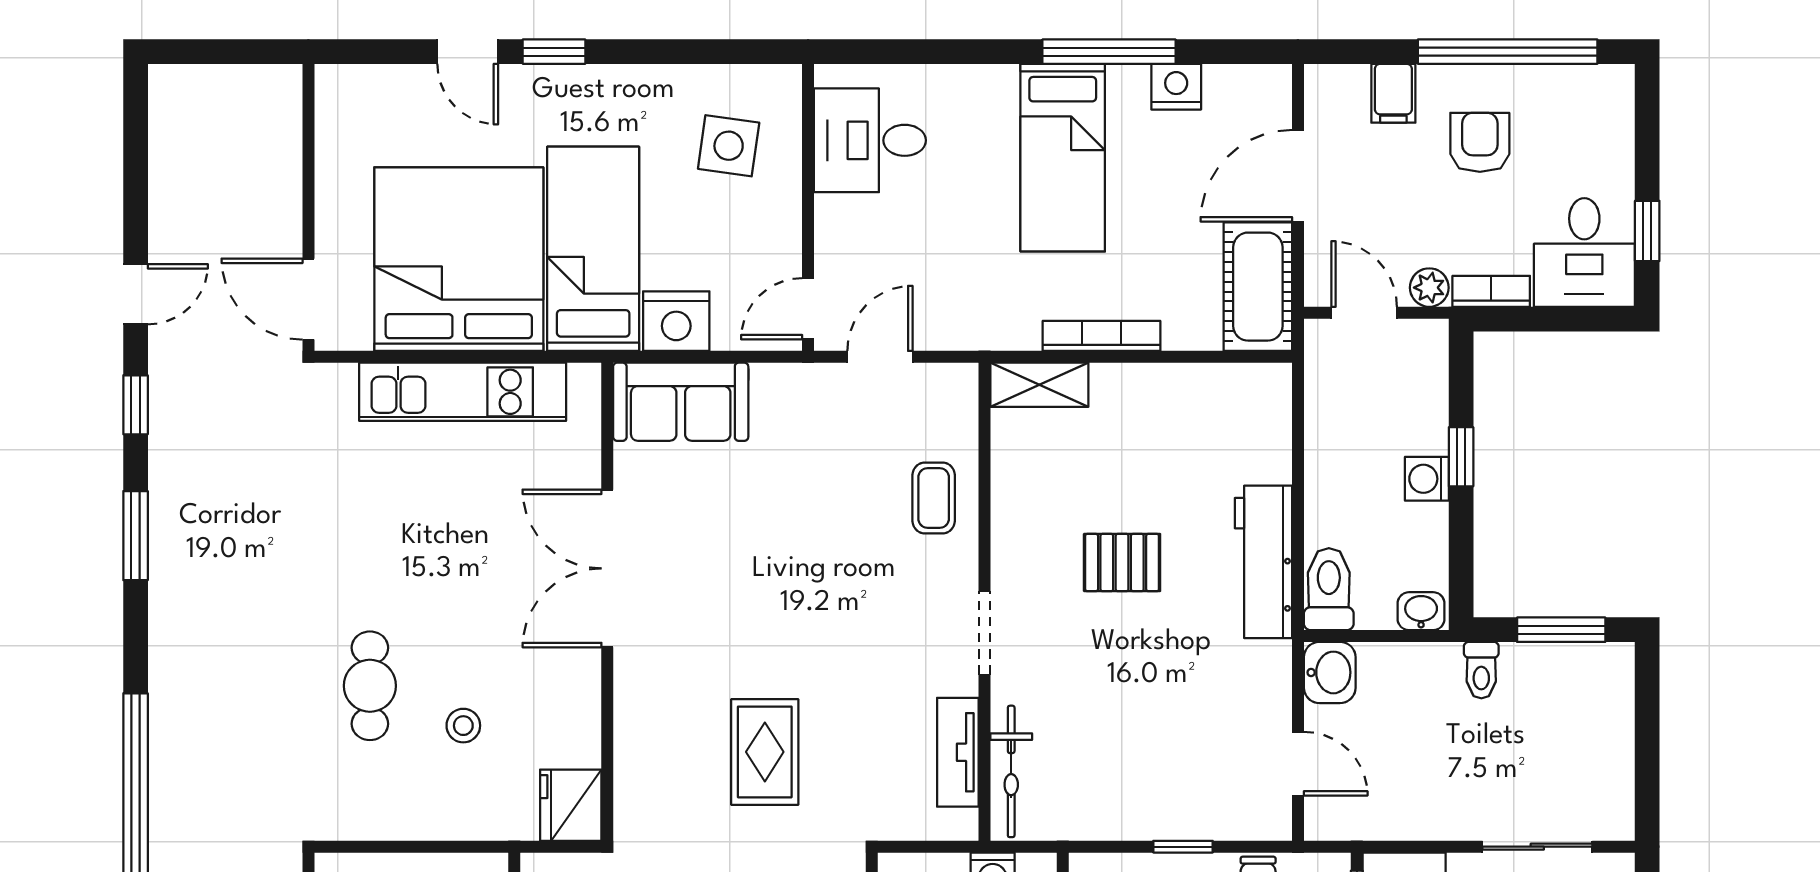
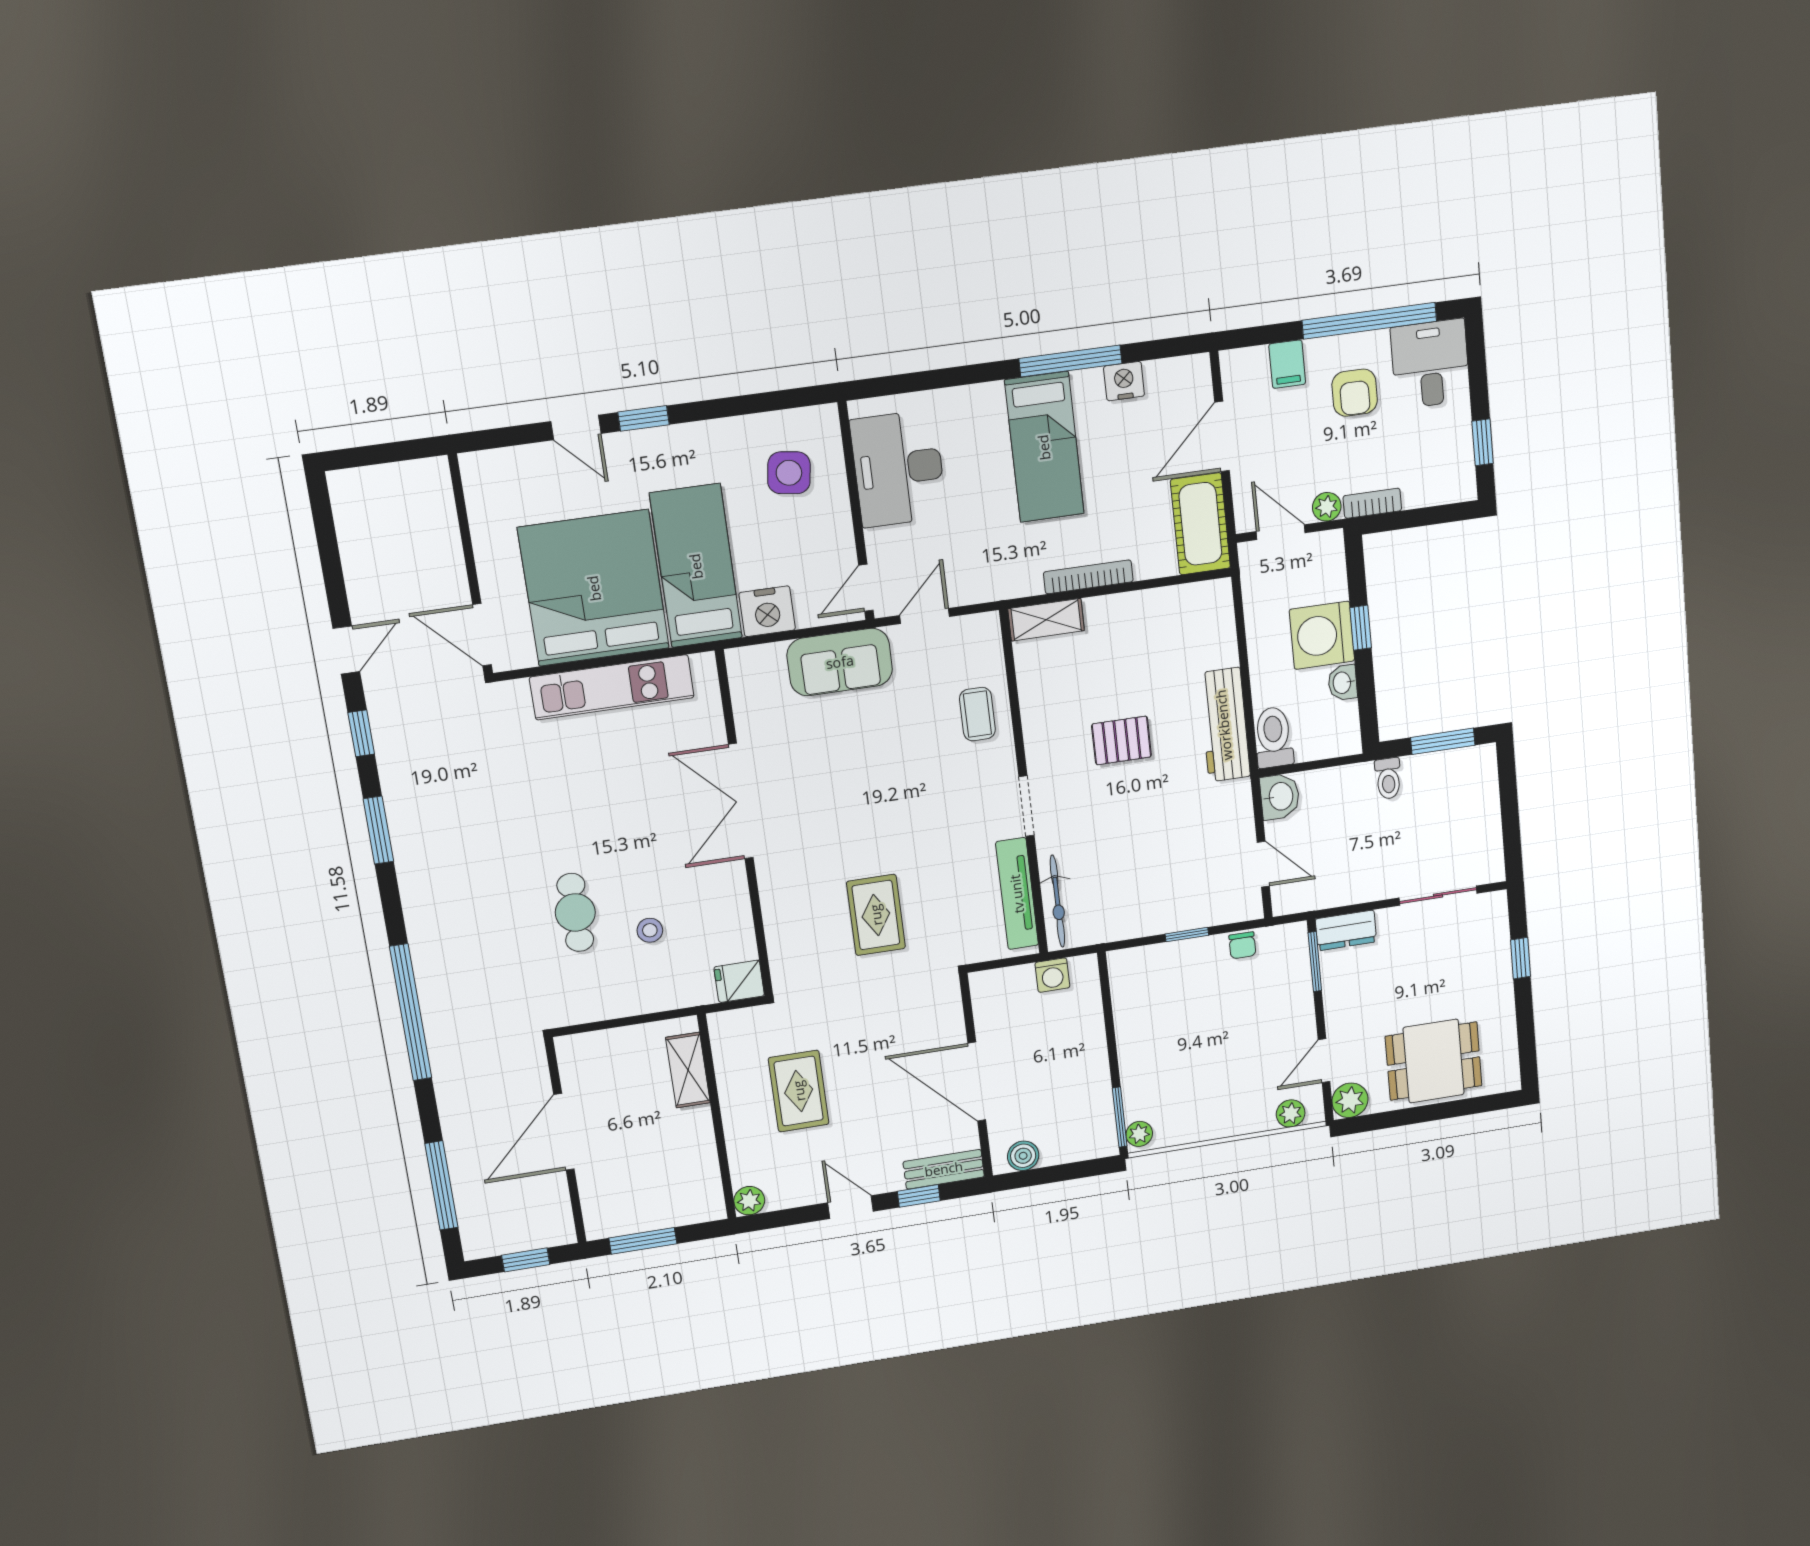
desk: (870, 140) -> (898, 469), width x1.37
armchair: (1480, 142) -> (1355, 393), turned 180
desk: (1584, 252) -> (1430, 364), moved, turned 180
sofa: (681, 402) -> (840, 662), moved
washing machine: (1427, 479) -> (1322, 635), width x1.89, depth x1.89
washbasin: (1421, 611) -> (1343, 683), moved, turned -90
tv unit: (958, 752) -> (1017, 894), width x1.41
fridge: (571, 805) -> (739, 981), width x0.72

